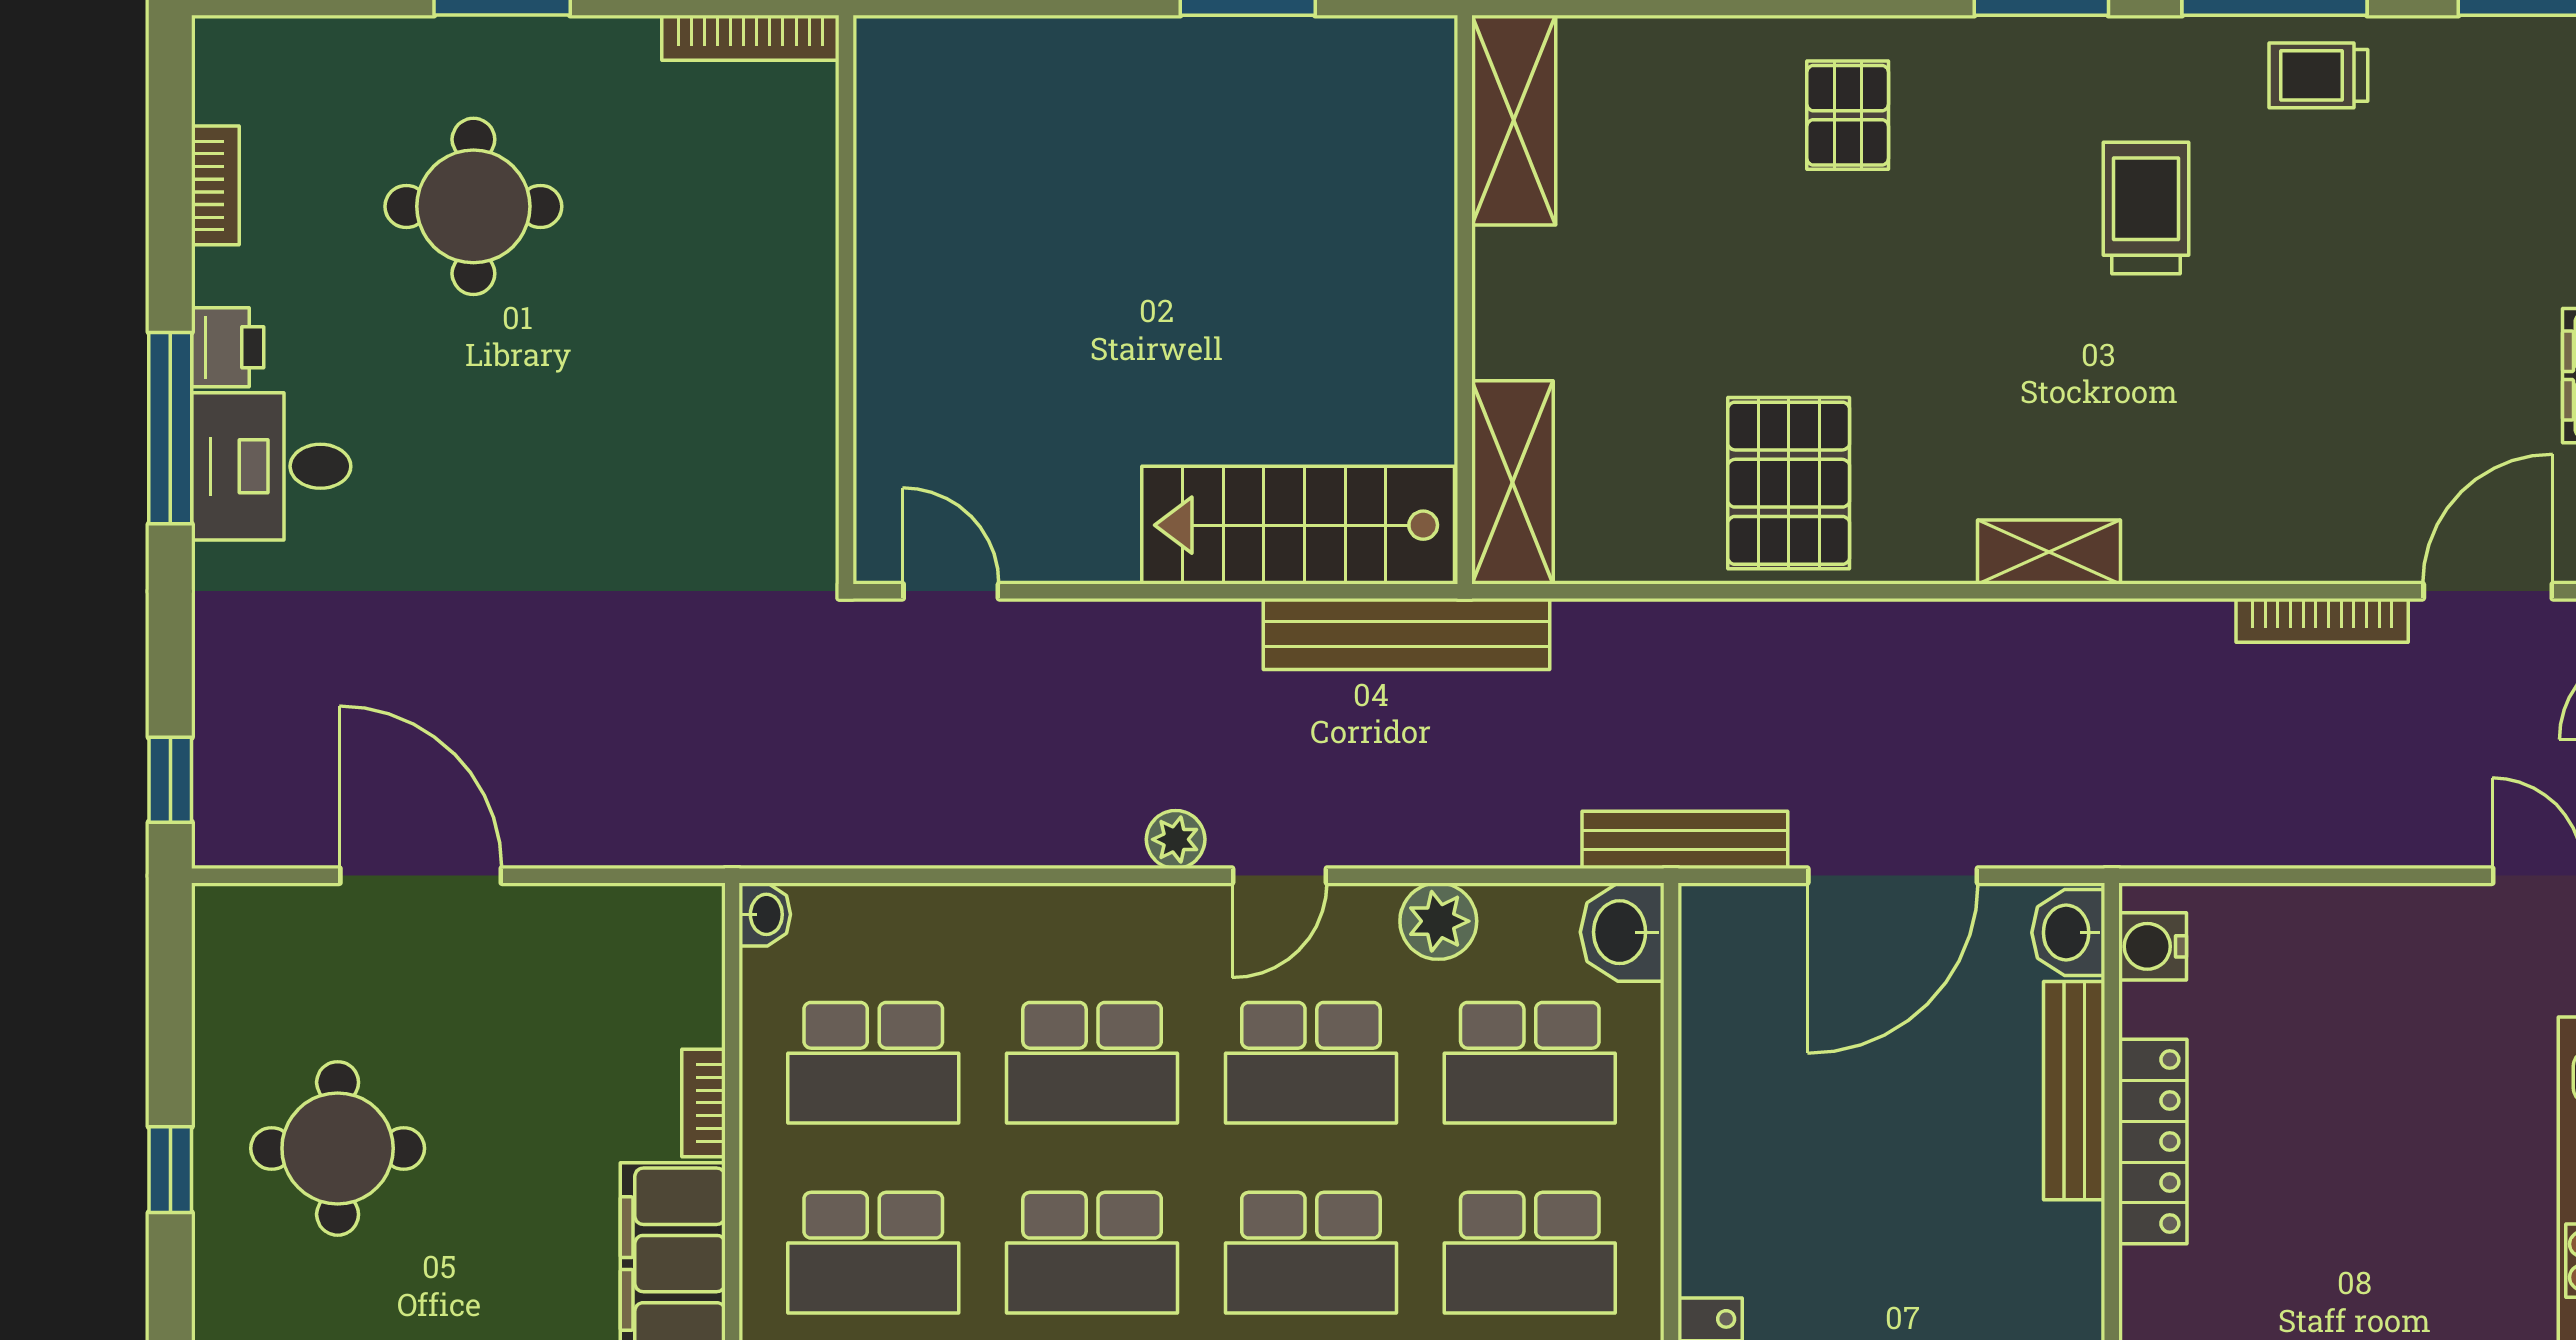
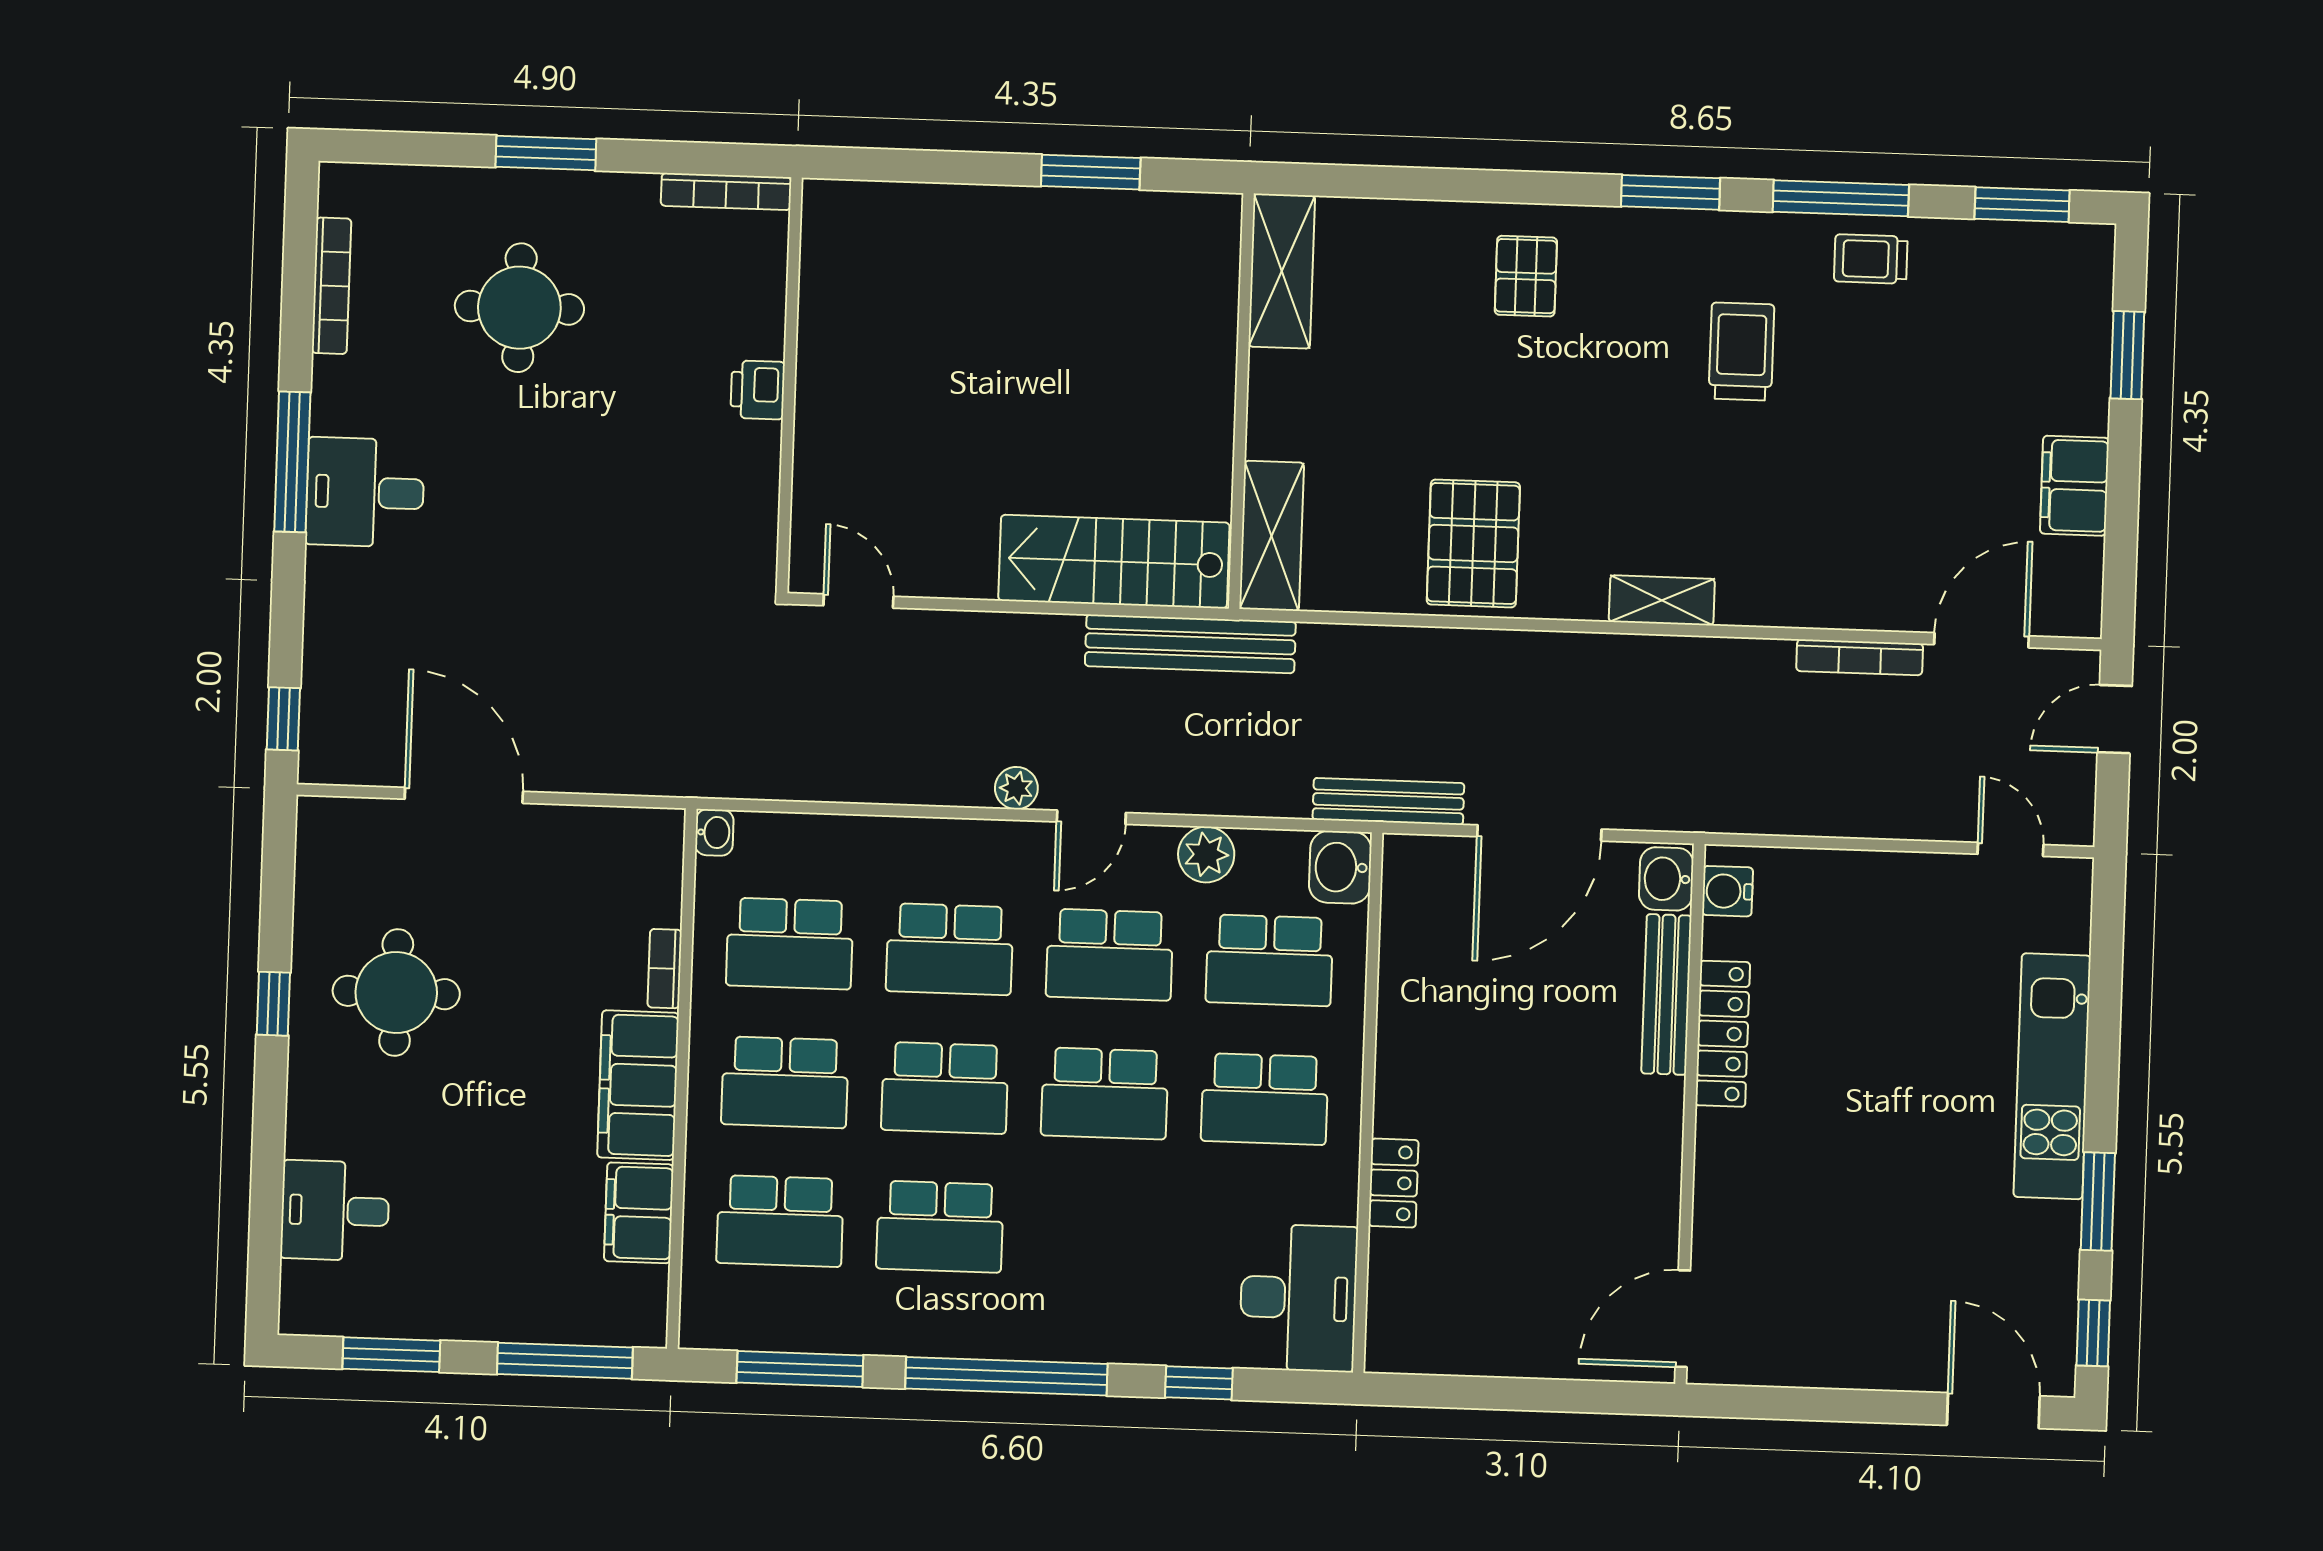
bookcase: (215, 185) -> (331, 286), width x1.56
printer: (228, 347) -> (758, 390), moved, turned 180

